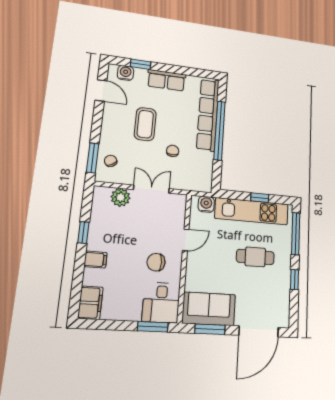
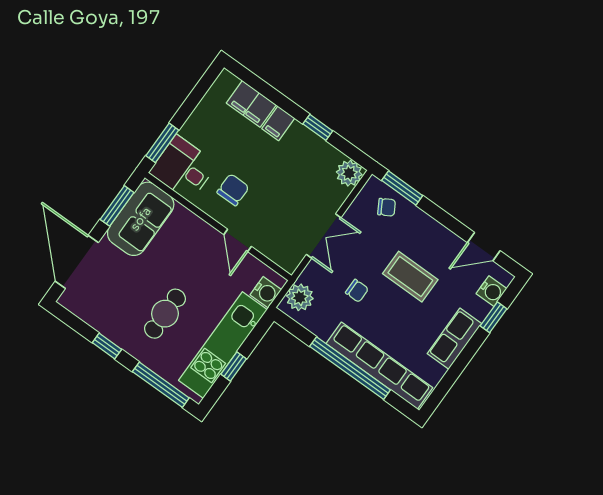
plant: (197, 182) -> (300, 297), added
plant: (121, 197) -> (349, 173), moved
filing cabinet: (90, 303) -> (251, 104), moved

